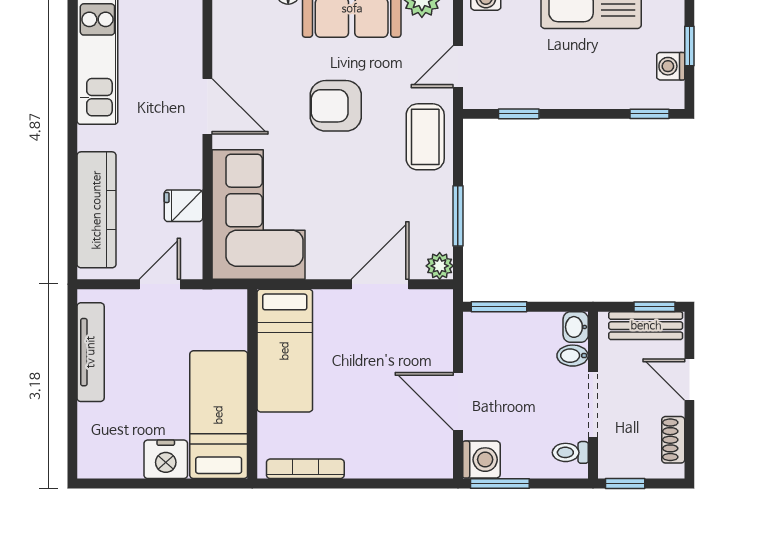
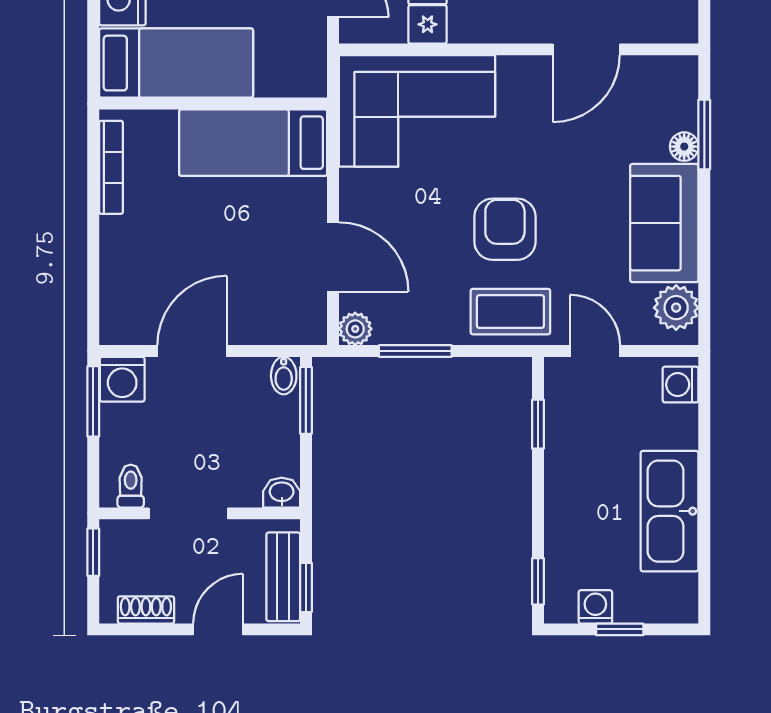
door: (207, 106) -> (586, 49), moved
armchair: (336, 106) -> (505, 229), moved
bidet: (573, 356) -> (284, 376), moved, turned 180

